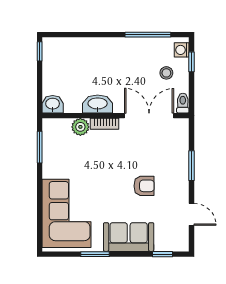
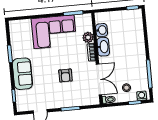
washbasin: (53, 104) -> (102, 30), moved
armchair: (144, 186) -> (65, 75), moved
corner sofa: (67, 213) -> (54, 32), moved

